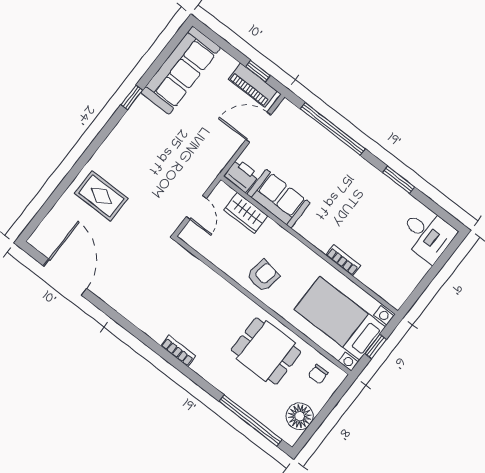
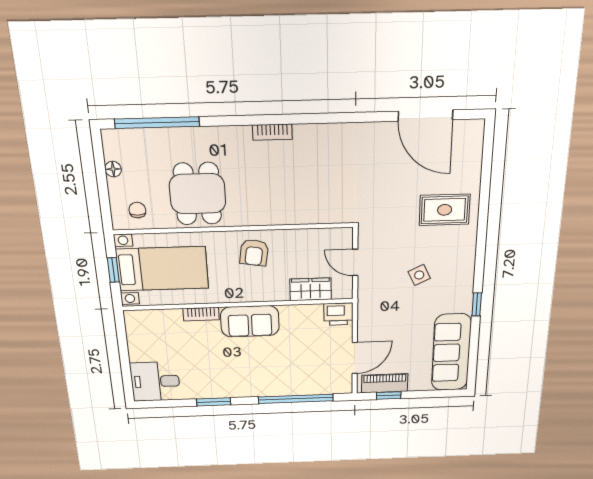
side table: (157, 158) -> (419, 275), added
sofa: (279, 199) -> (250, 321), moved
dining table: (266, 351) -> (198, 194), turned 90
floor lamp: (300, 416) -> (113, 169), width x0.53, depth x0.53

